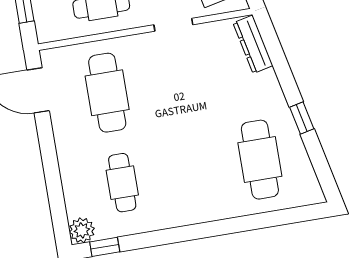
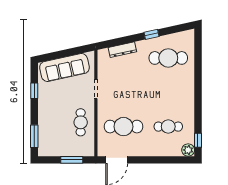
dresser: (253, 44) -> (122, 50), moved

